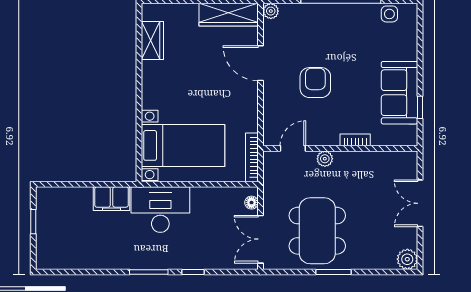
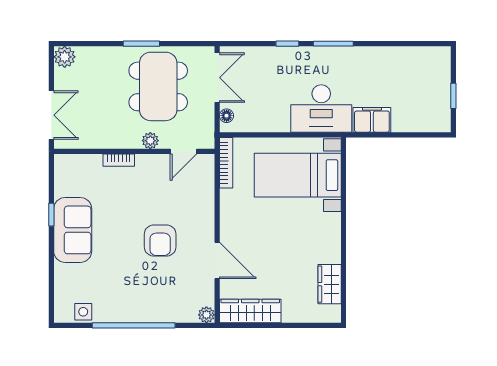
bookcase: (355, 140) -> (119, 160), moved
door: (293, 148) -> (183, 151), moved
wall: (340, 148) -> (134, 151), moved
plant: (325, 159) -> (150, 141), moved

